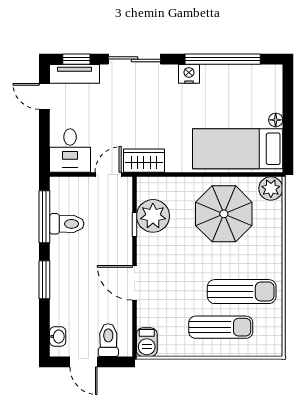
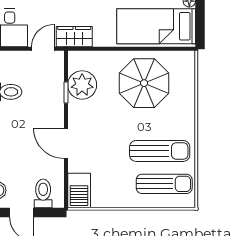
plant: (271, 188) -> (185, 61), removed
sun lounger: (221, 327) -> (164, 184), moved
barbecue: (147, 342) -> (79, 190), width x1.38, depth x1.27

